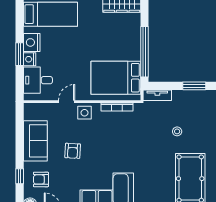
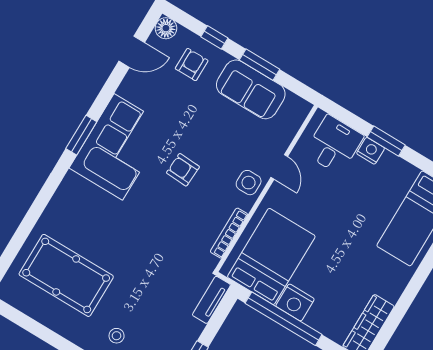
nightstand: (32, 42) -> (295, 303), moved, turned 180
stool: (177, 131) -> (117, 336), moved
window: (20, 144) -> (260, 65), added
armchair: (73, 151) -> (183, 170), moved

